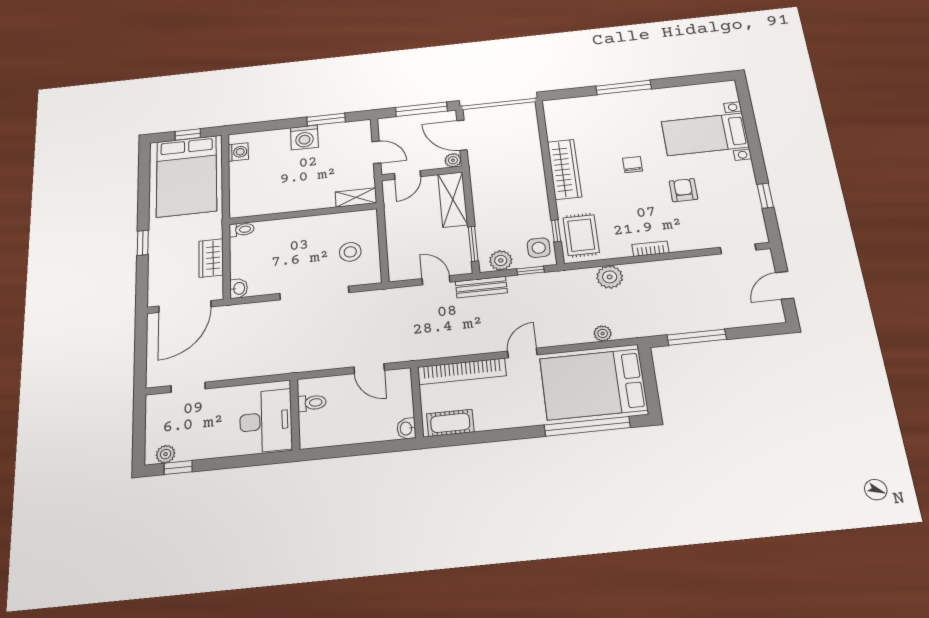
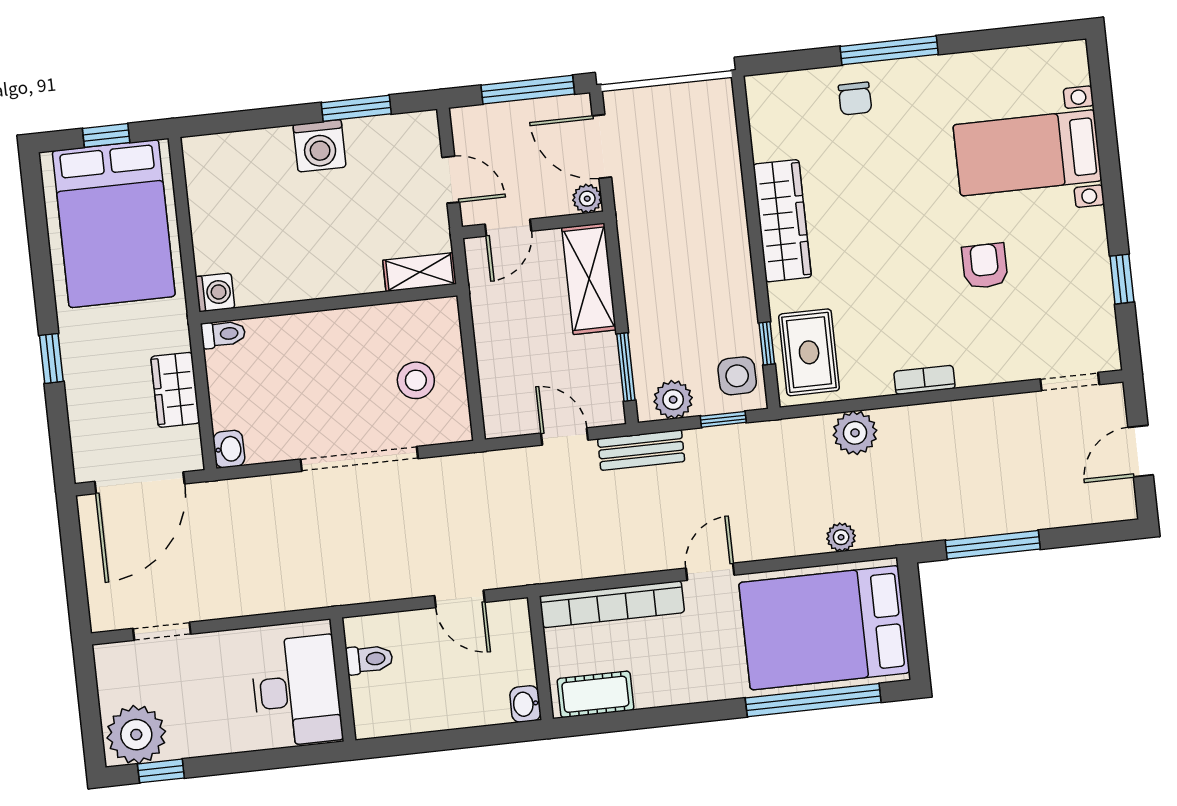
washing machine: (238, 152) -> (215, 292), moved
chair: (633, 165) -> (855, 99), moved, turned 180
plant: (166, 454) -> (136, 735), width x1.87, depth x1.87

